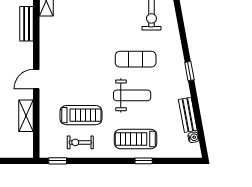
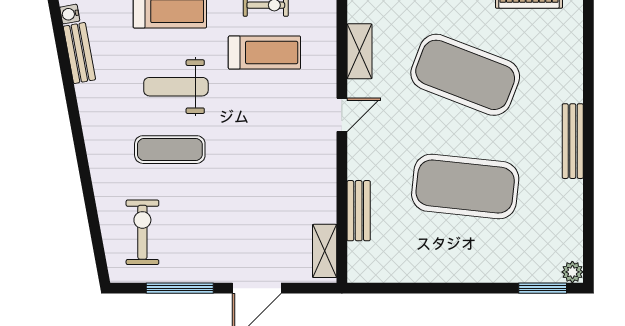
window: (189, 71) -> (77, 129), removed
treadmill: (81, 115) -> (264, 52), turned 180

